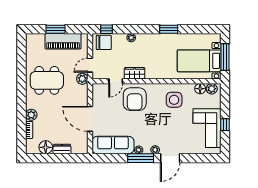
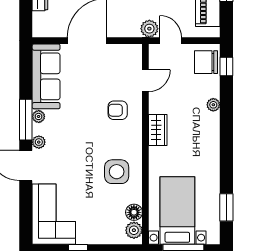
window: (169, 29) -> (226, 207), moved
chair: (104, 42) -> (206, 62), turned 90
wardrobe: (135, 73) -> (158, 130), moved
door: (116, 81) -> (145, 81), swing flipped
armchair: (135, 99) -> (118, 110), width x0.53, depth x0.53
corner sofa: (207, 128) -> (54, 214), moved, turned 90

